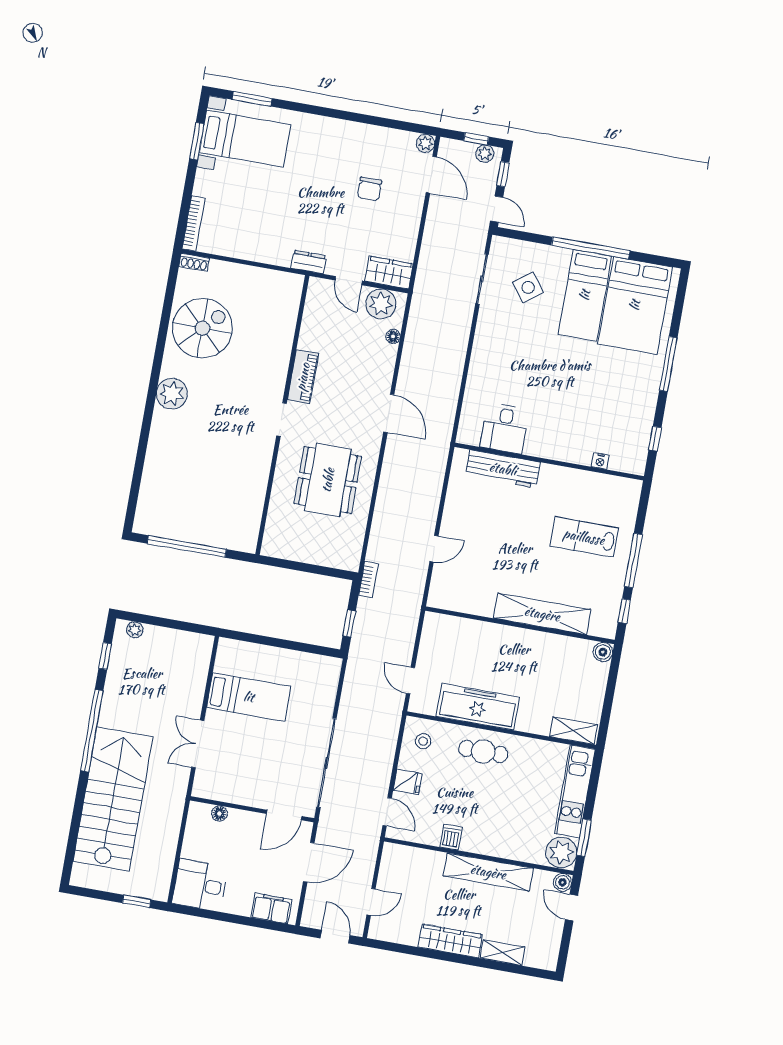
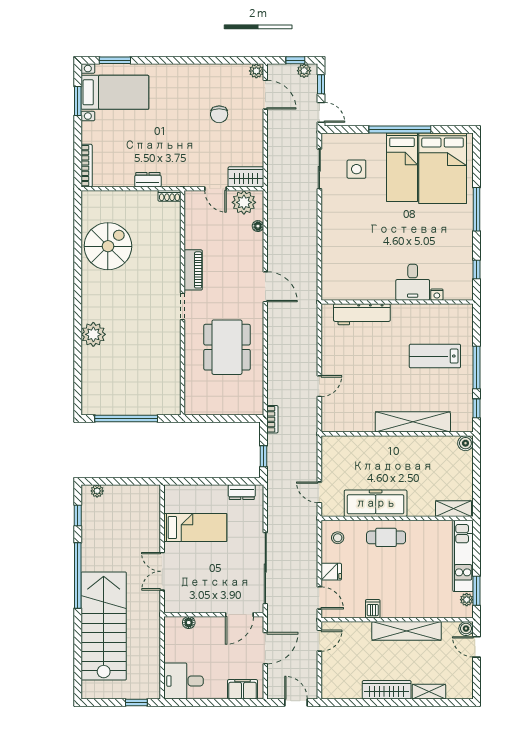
shoe rack: (194, 262) -> (169, 196), moved
dresser: (309, 262) -> (148, 180), moved
side table: (528, 287) -> (356, 169), turned 37
plant: (172, 394) -> (93, 334), moved
desk: (504, 428) -> (413, 282), moved
dresser: (314, 663) -> (242, 492), added
plant: (561, 852) -> (467, 600), width x0.53, depth x0.53
door: (371, 902) -> (319, 641), moved

